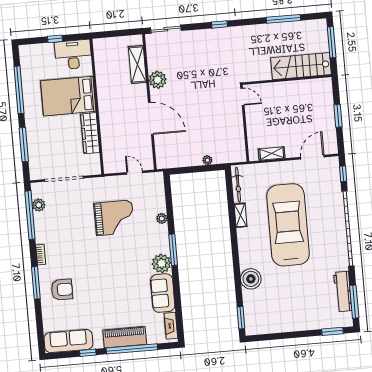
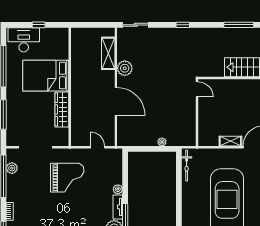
desk: (73, 55) -> (24, 40), moved
shelving: (272, 154) -> (230, 141), moved
shelving: (240, 215) -> (186, 192), removed
grand piano: (114, 218) -> (67, 178), moved
tv unit: (164, 239) -> (118, 207), added

